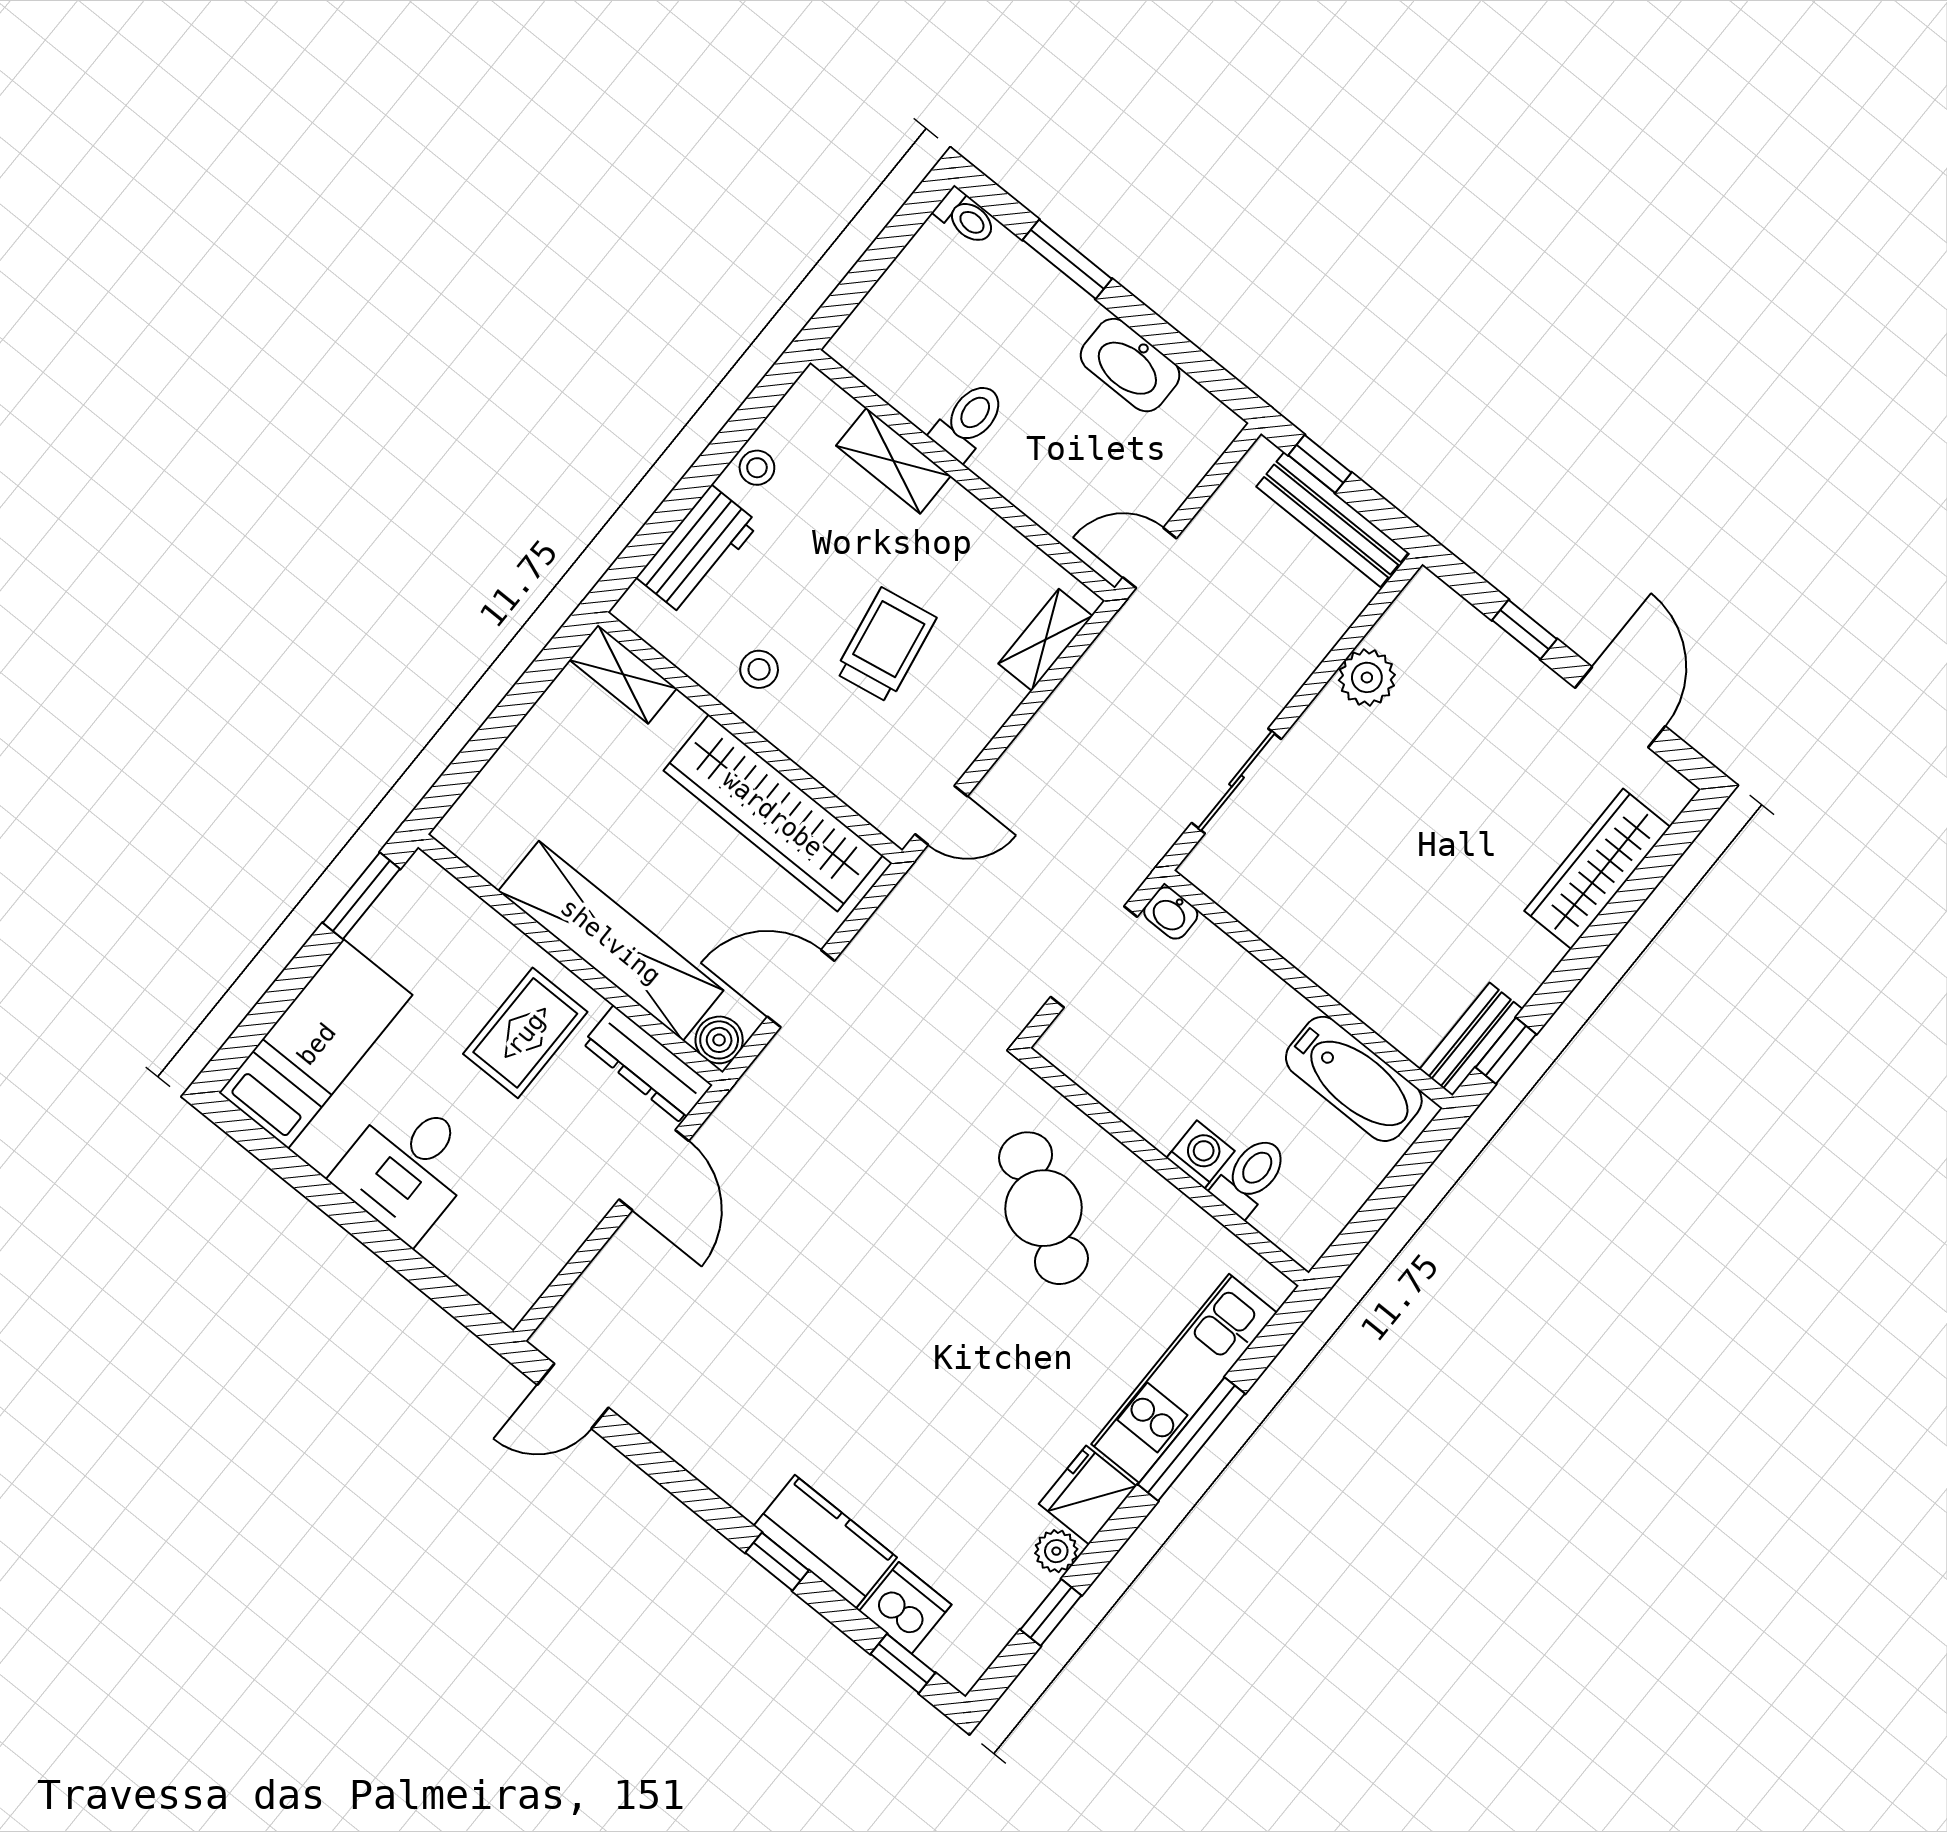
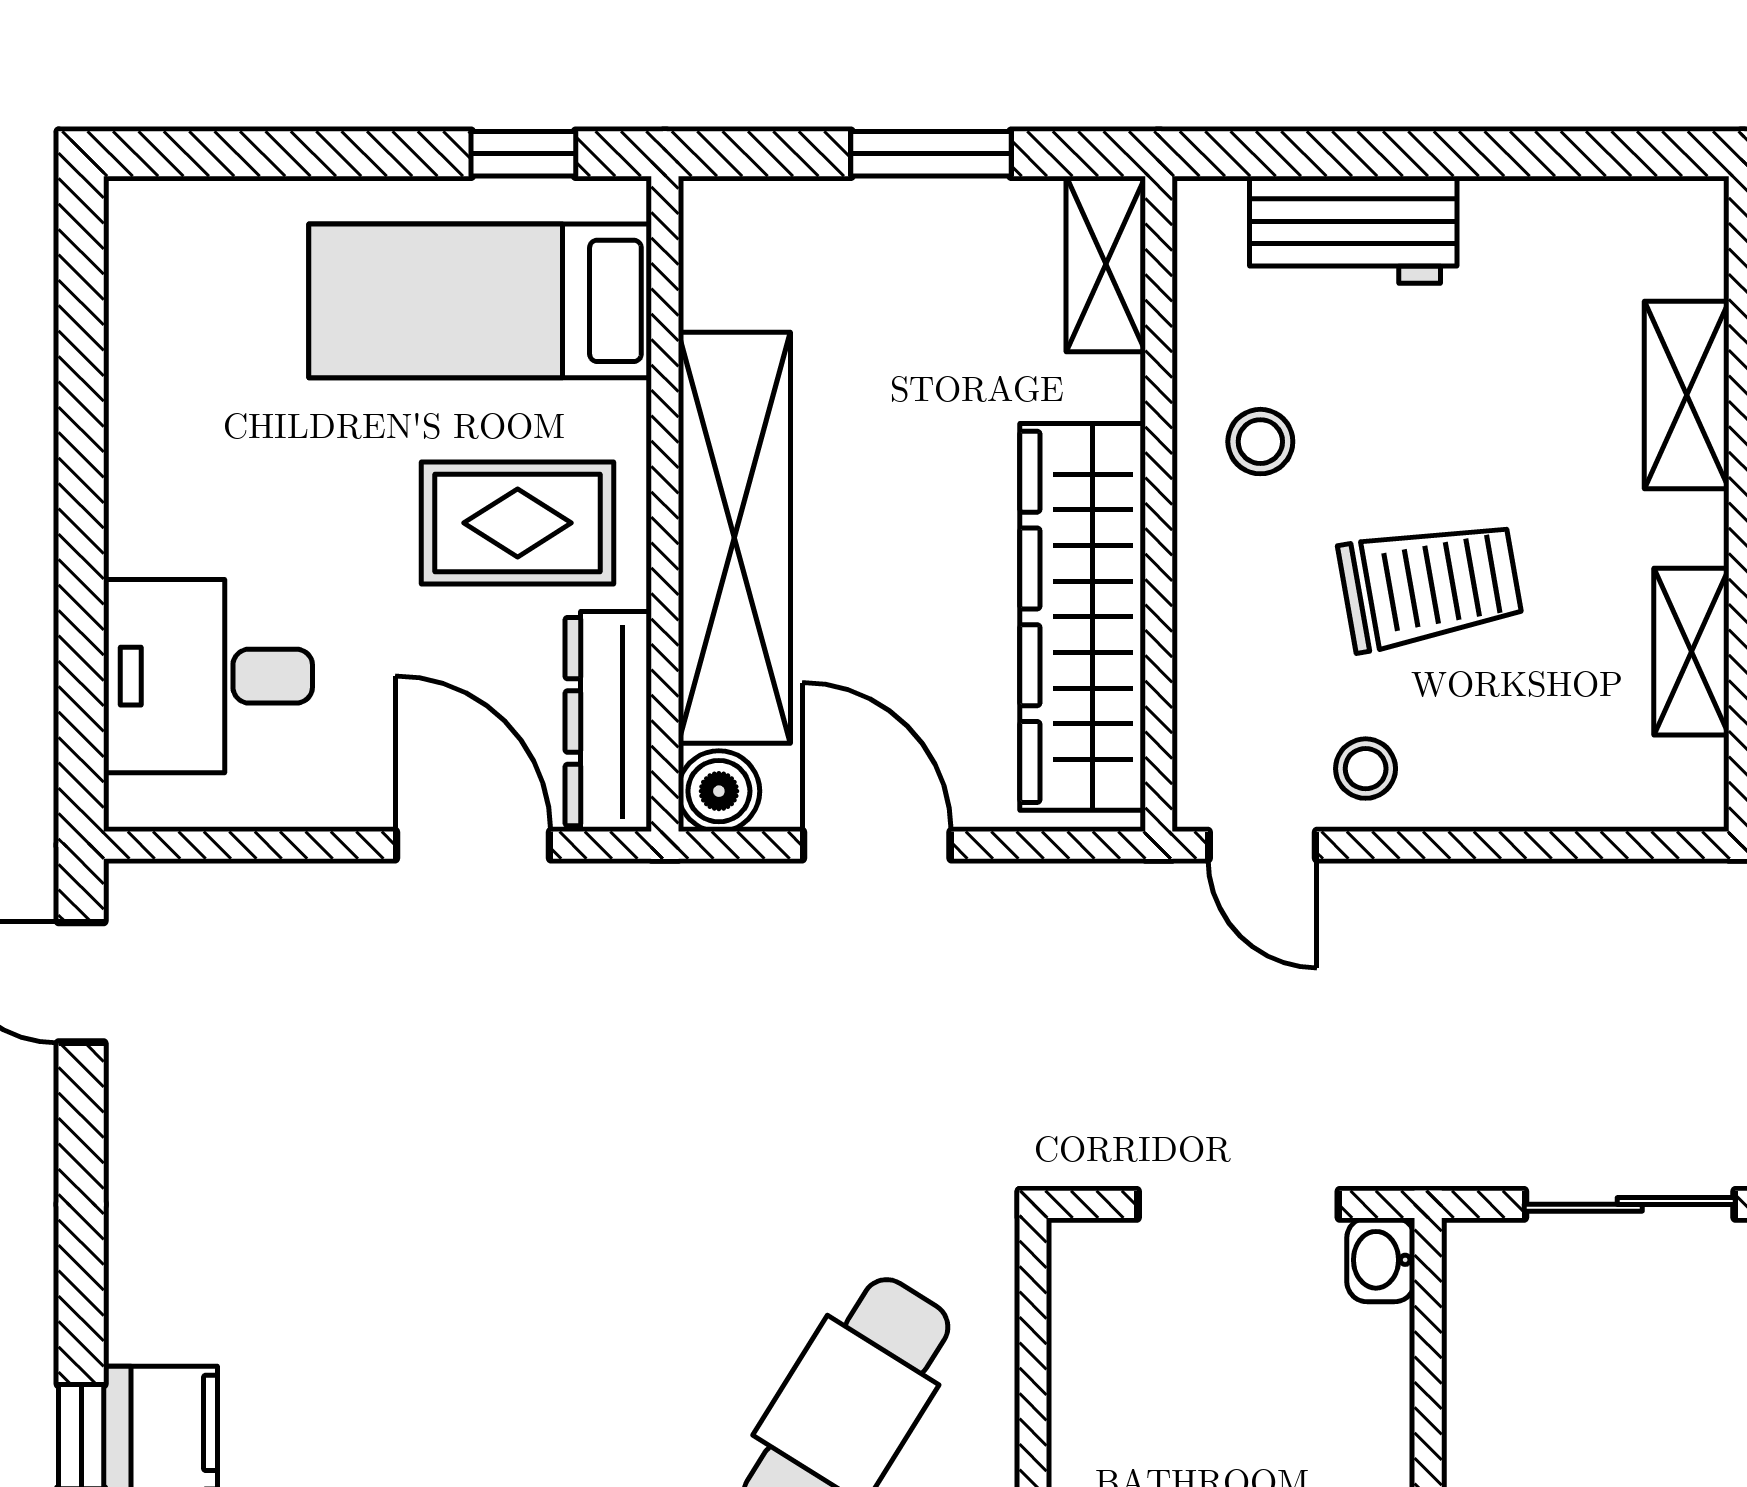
stool: (757, 468) -> (1366, 769), moved
shelving: (1045, 640) -> (1691, 652), moved, turned 90
window: (510, 713) -> (931, 154), added
window: (361, 896) -> (523, 154), width x0.67
bed: (316, 1044) -> (480, 301), moved, turned 180
desk: (407, 1168) -> (208, 676), moved
door: (654, 1170) -> (473, 845), swing flipped

